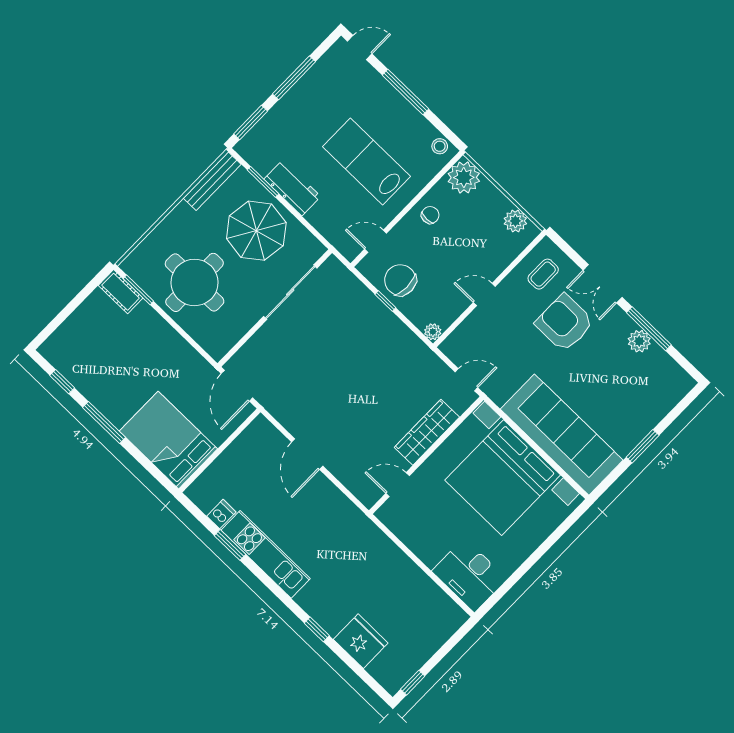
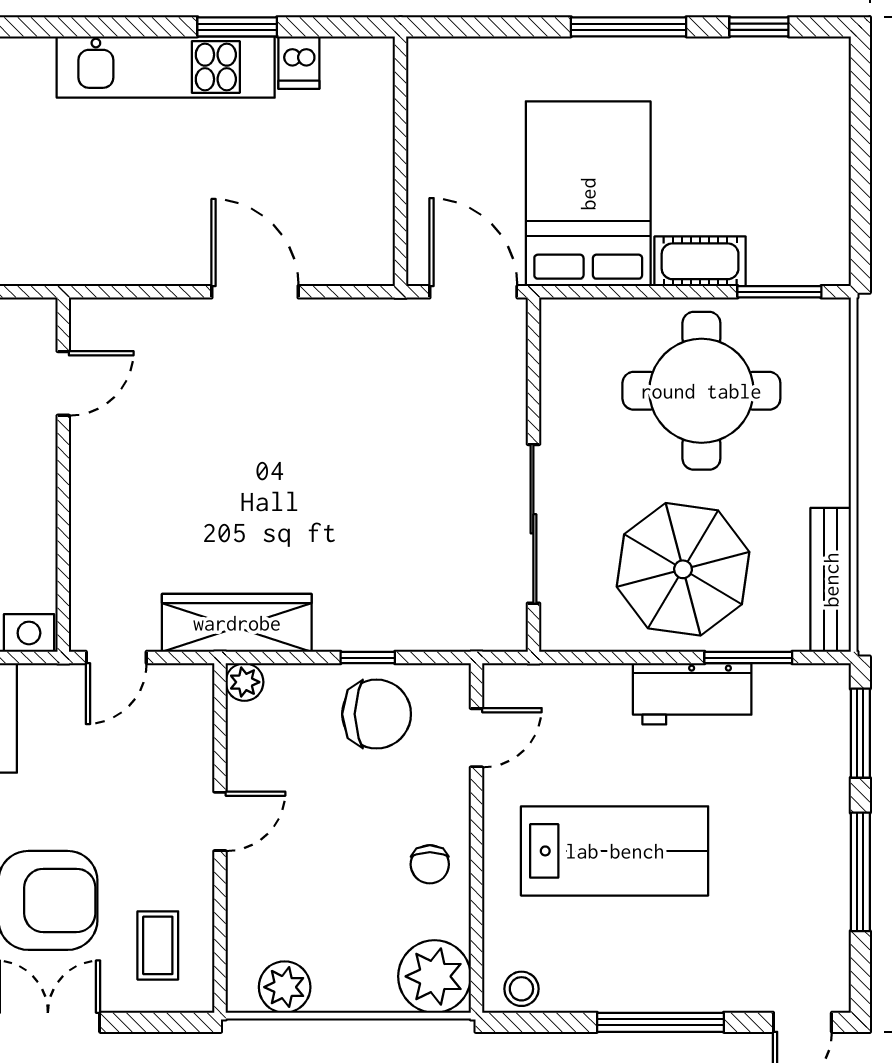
cot: (121, 292) -> (700, 261), moved
wardrobe: (427, 432) -> (237, 623), moved, turned -90
bed: (168, 440) -> (588, 194), moved, turned -90

